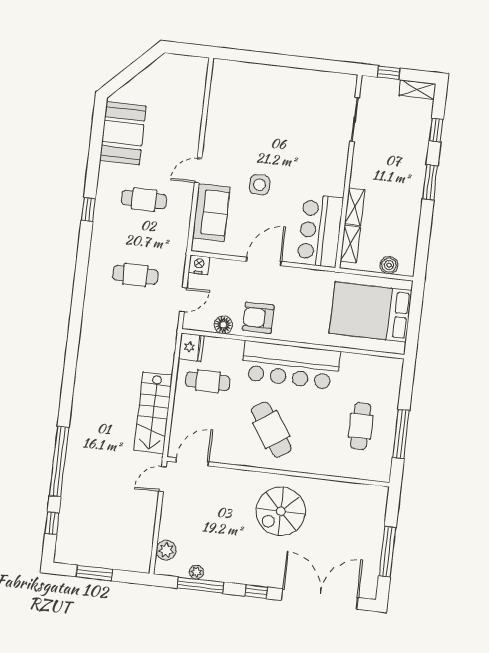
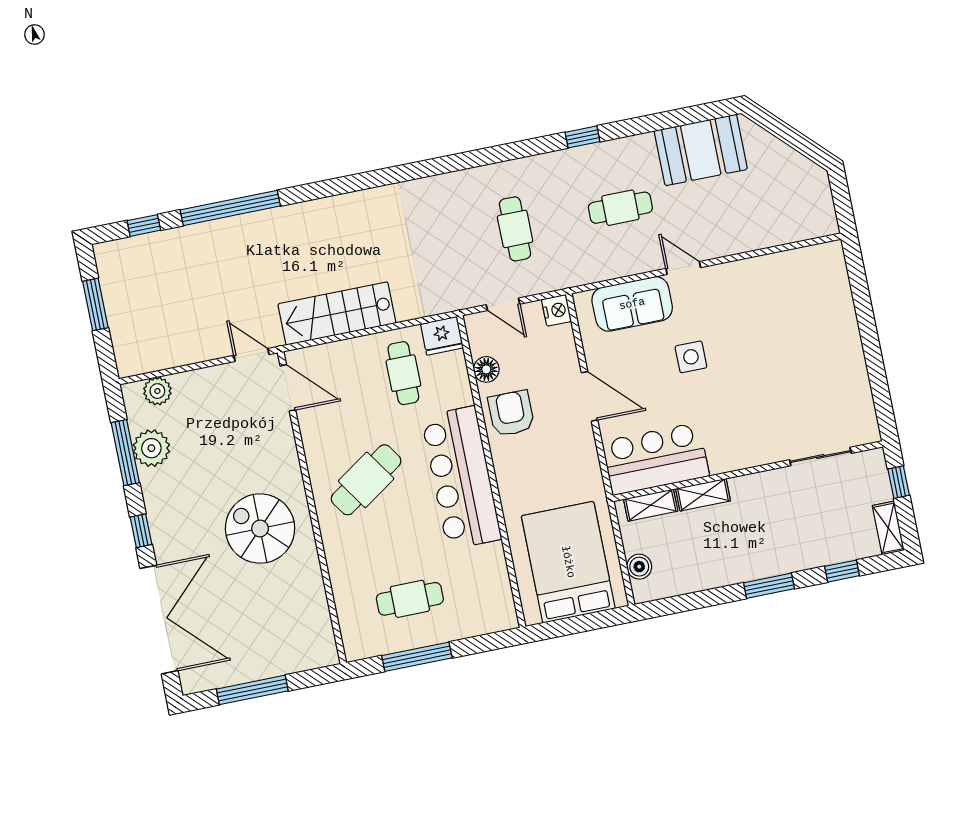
cafe table: (144, 200) -> (620, 208), turned 90
plant: (196, 572) -> (151, 448), width x1.88, depth x1.88

